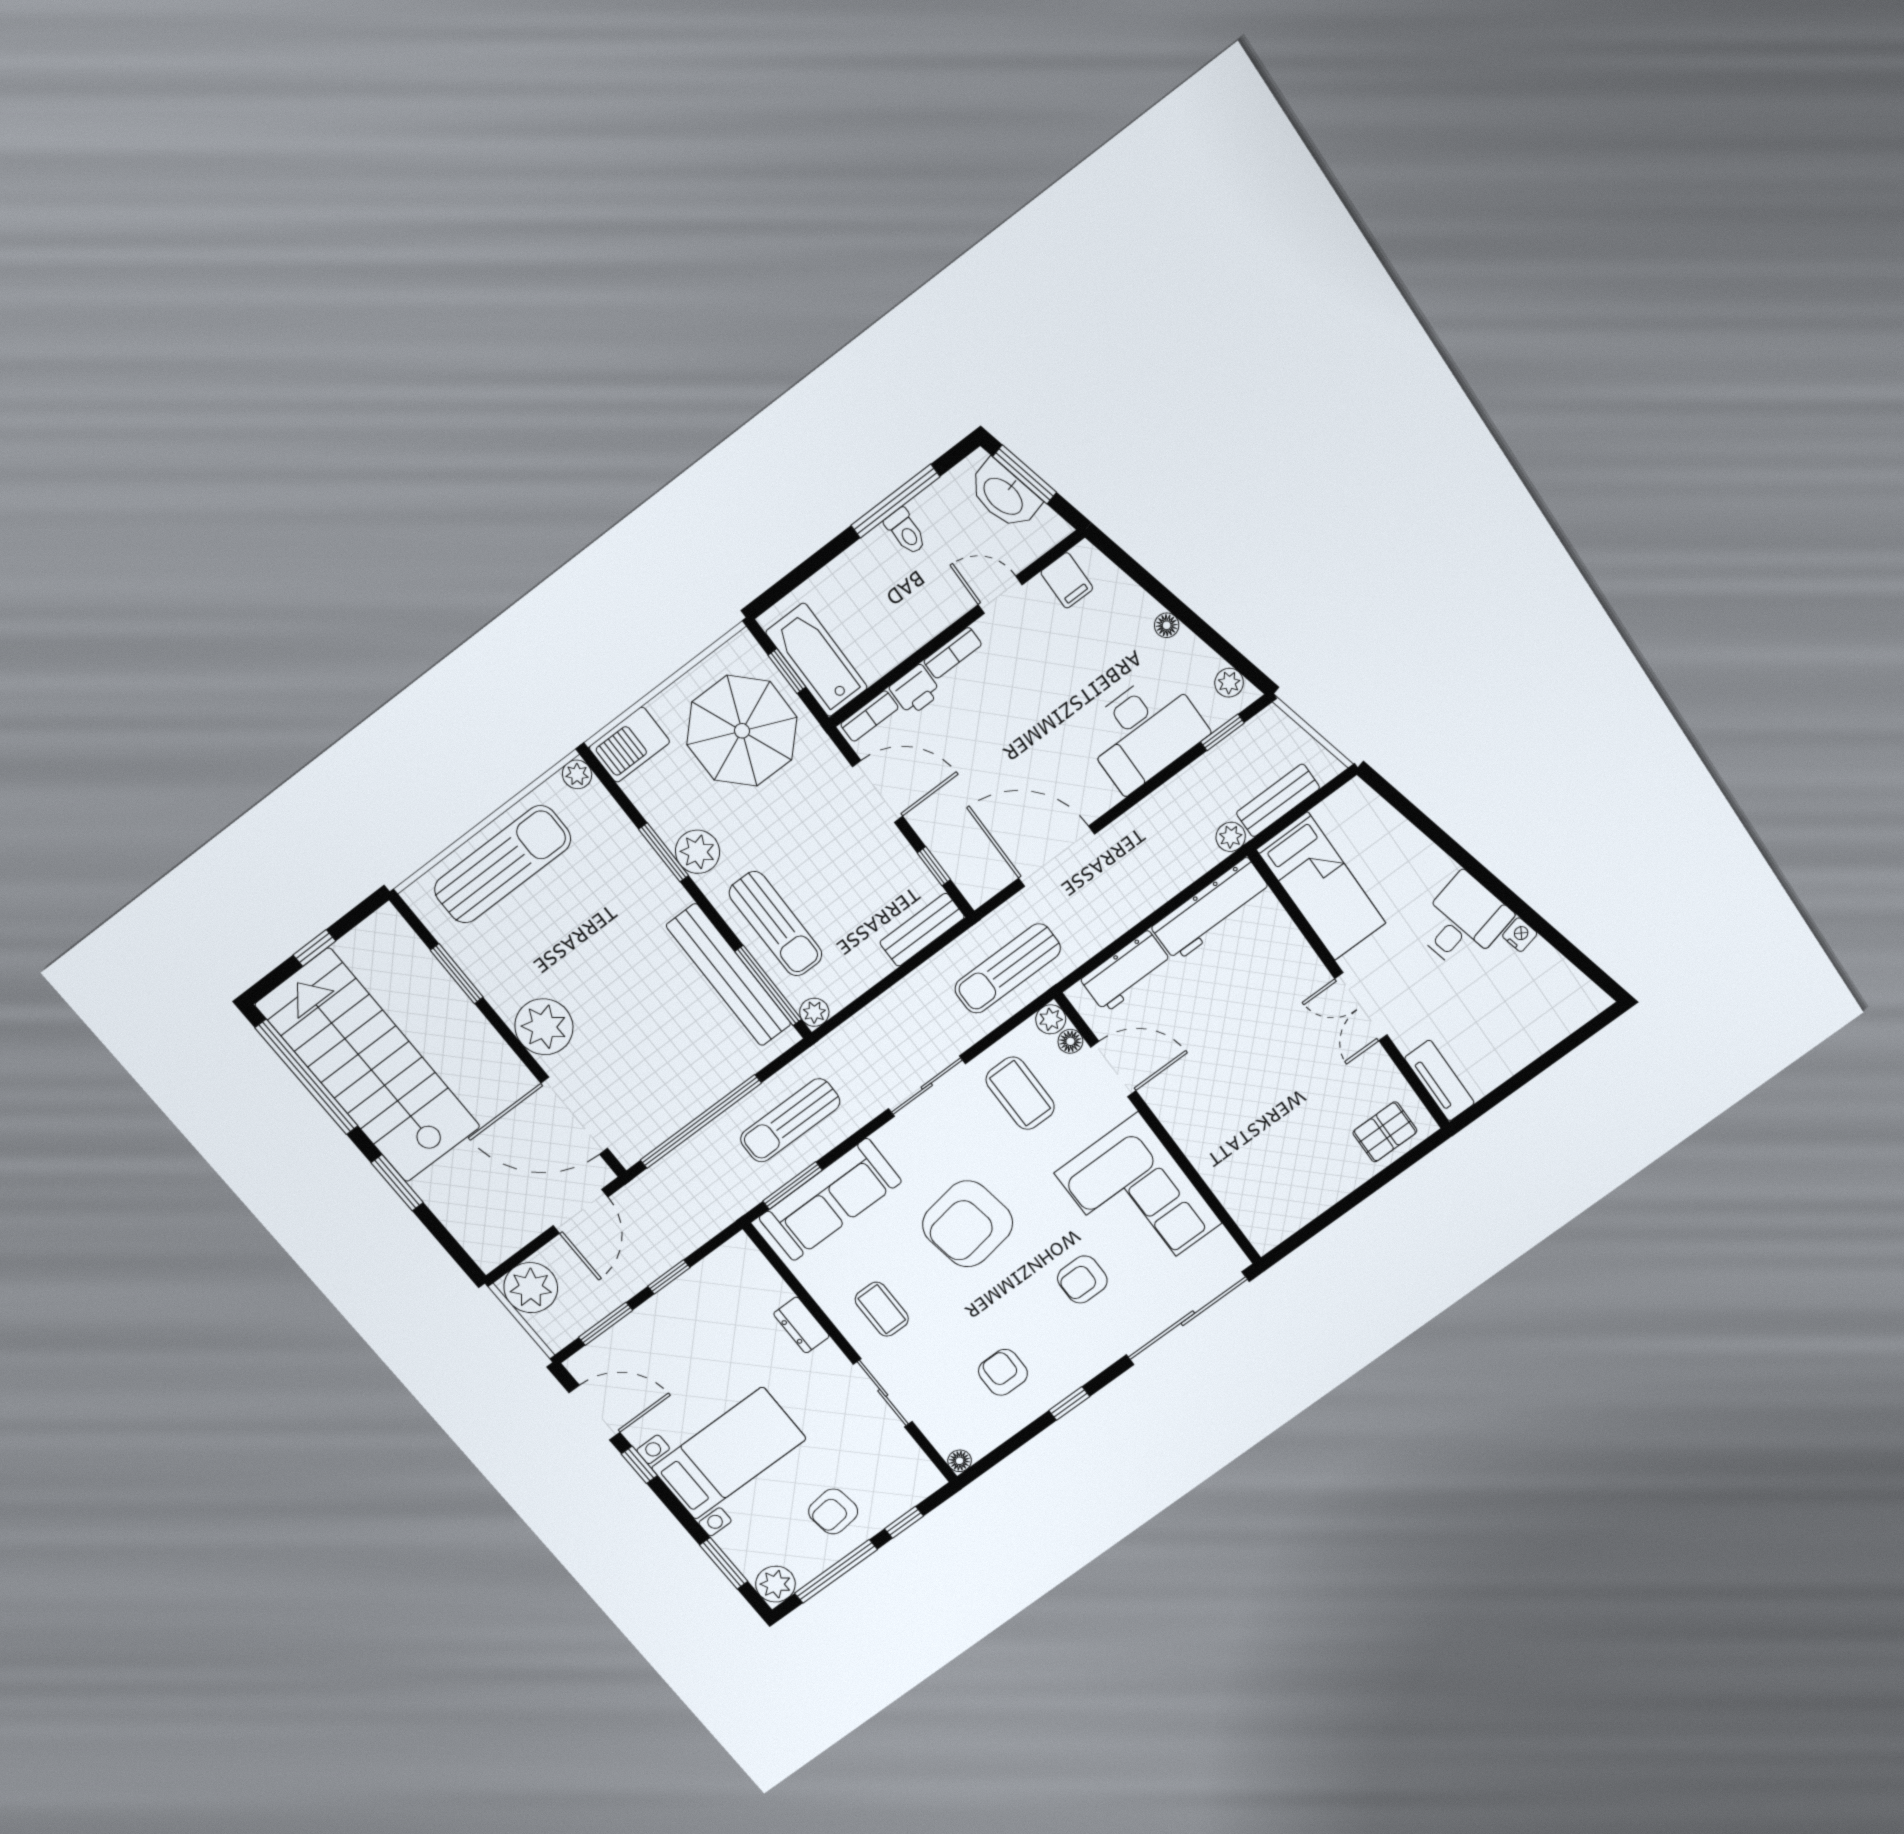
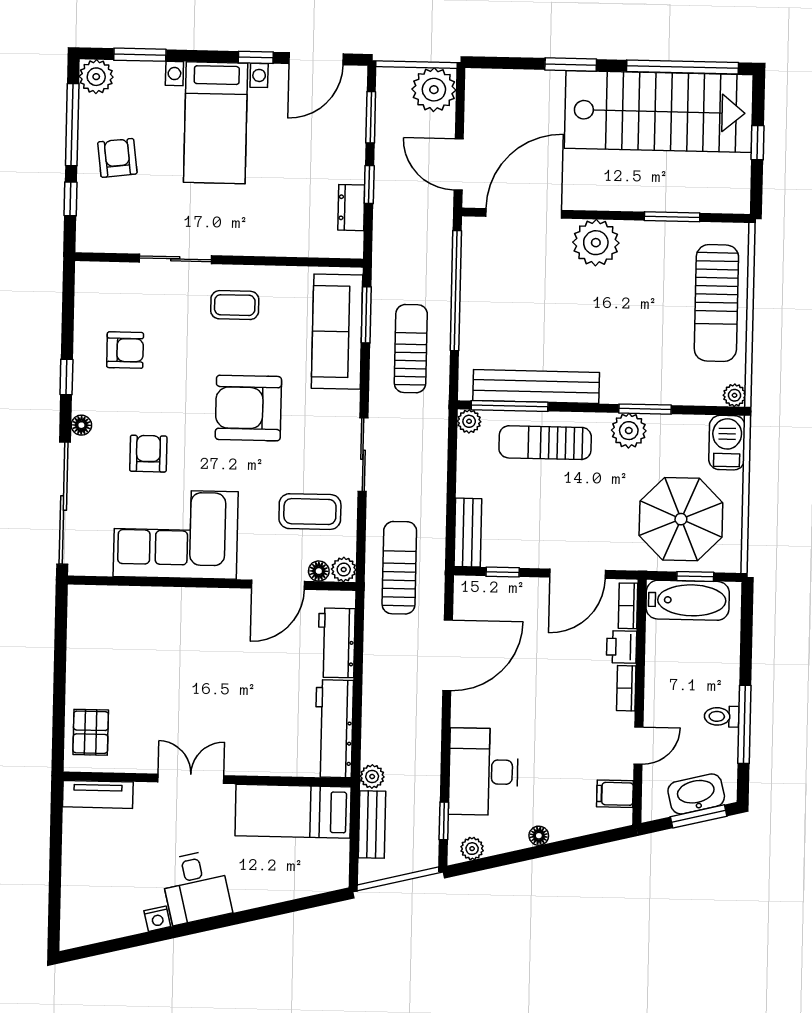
armchair: (968, 1224) -> (248, 408), turned -81
dresser: (801, 1325) -> (351, 208), moved, turned -90
floor lamp: (960, 1461) -> (81, 425), moved

